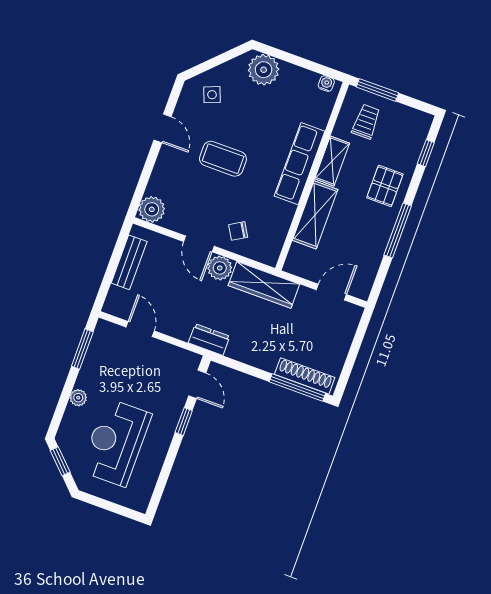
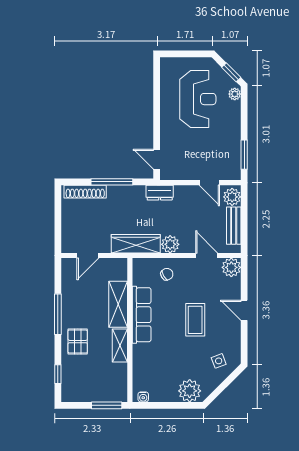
trolley: (366, 122) -> (107, 381), removed
door: (163, 128) -> (244, 310), moved
coffee table: (223, 159) -> (195, 320), turned 90
row of seats: (300, 164) -> (142, 315), moved
door: (199, 244) -> (207, 256), moved
plant: (118, 300) -> (232, 197), added
window: (297, 387) -> (112, 182), moved
plant: (78, 398) -> (235, 94), moved
window: (184, 422) -> (157, 130), removed

